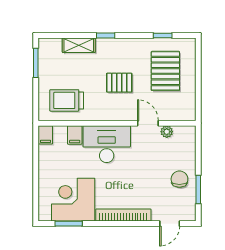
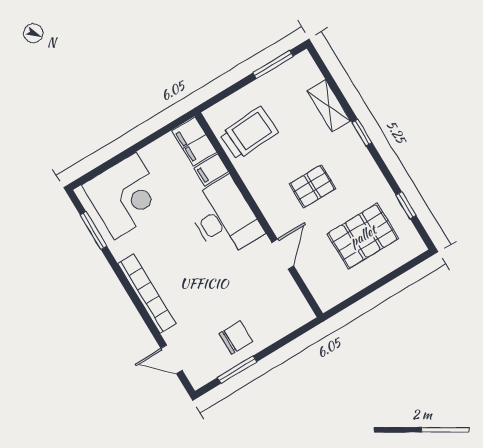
pallet: (119, 83) -> (312, 186), turned 90
trolley: (67, 100) -> (249, 133), turned 87
plant: (167, 132) -> (286, 285), removed
filing cabinet: (46, 135) -> (194, 142), width x2.00
corner desk: (73, 200) -> (125, 196), moved, turned 90

